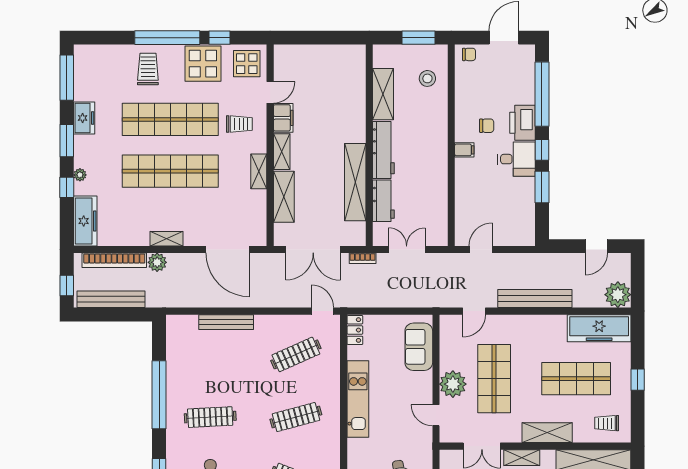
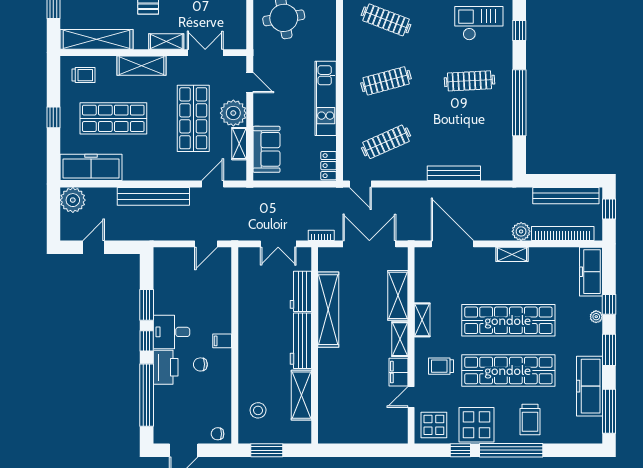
freezer: (84, 118) -> (590, 386), width x1.91, depth x1.26
shelving: (447, 353) -> (239, 144), added

